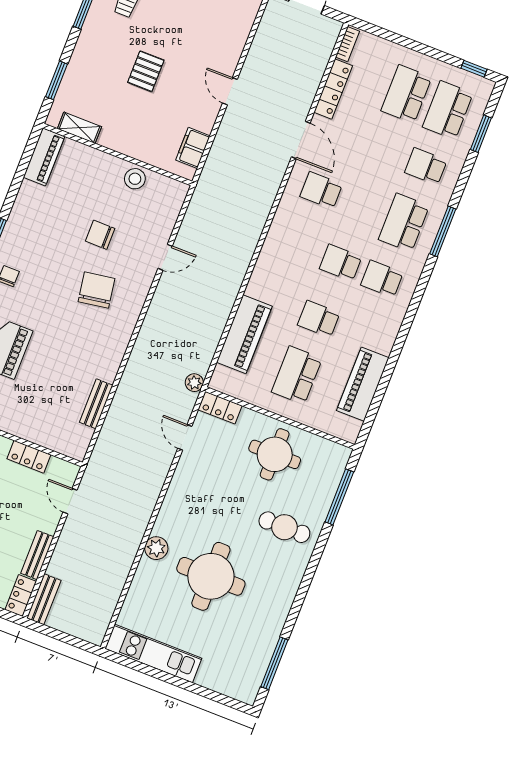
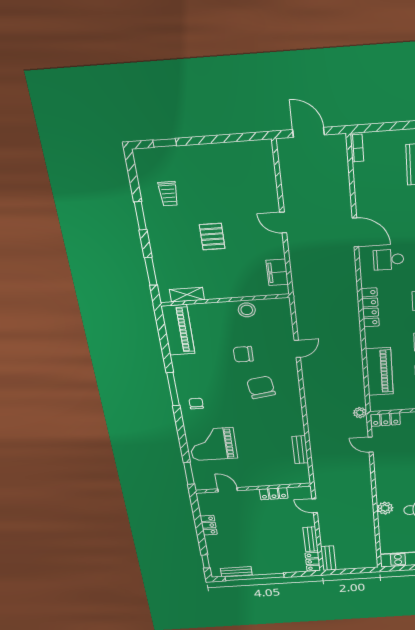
locker: (333, 89) -> (370, 307), moved
piano: (44, 157) -> (178, 330), width x1.37, depth x1.33

